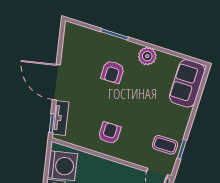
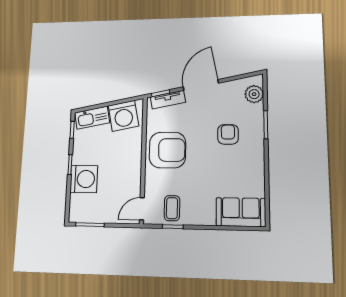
plant: (147, 56) -> (254, 94), moved
armchair: (113, 72) -> (228, 134), turned 90
armchair: (109, 133) -> (167, 150), width x1.88, depth x1.88

